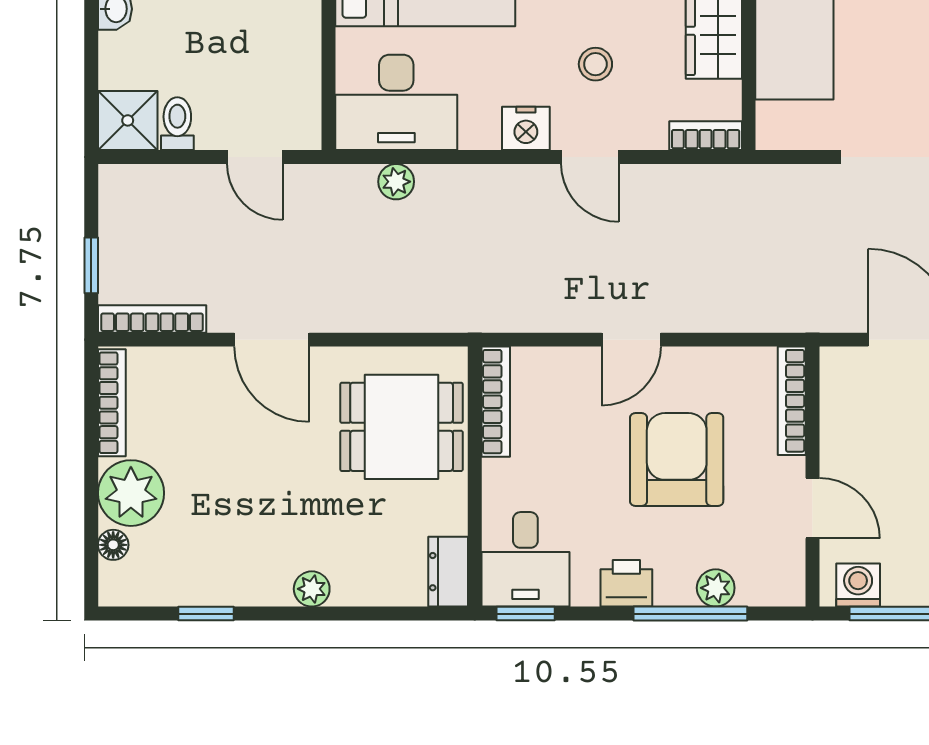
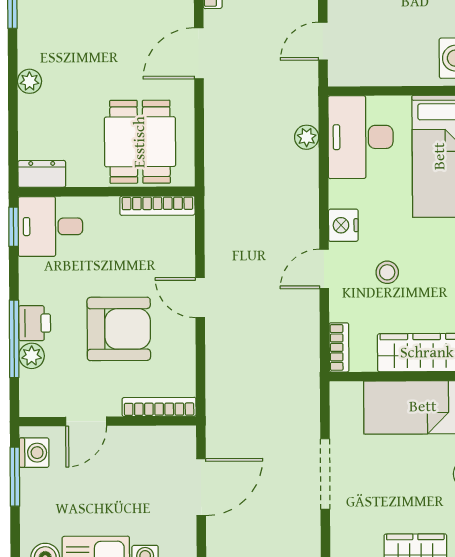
printer: (626, 583) -> (35, 323), moved

